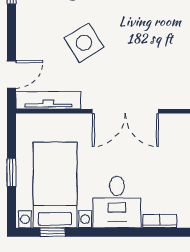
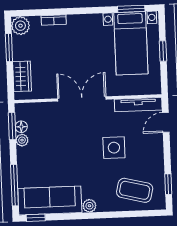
side table: (84, 43) -> (114, 148), turned 32
desk: (117, 202) -> (85, 33), removed
window: (53, 232) -> (131, 9), width x1.50

